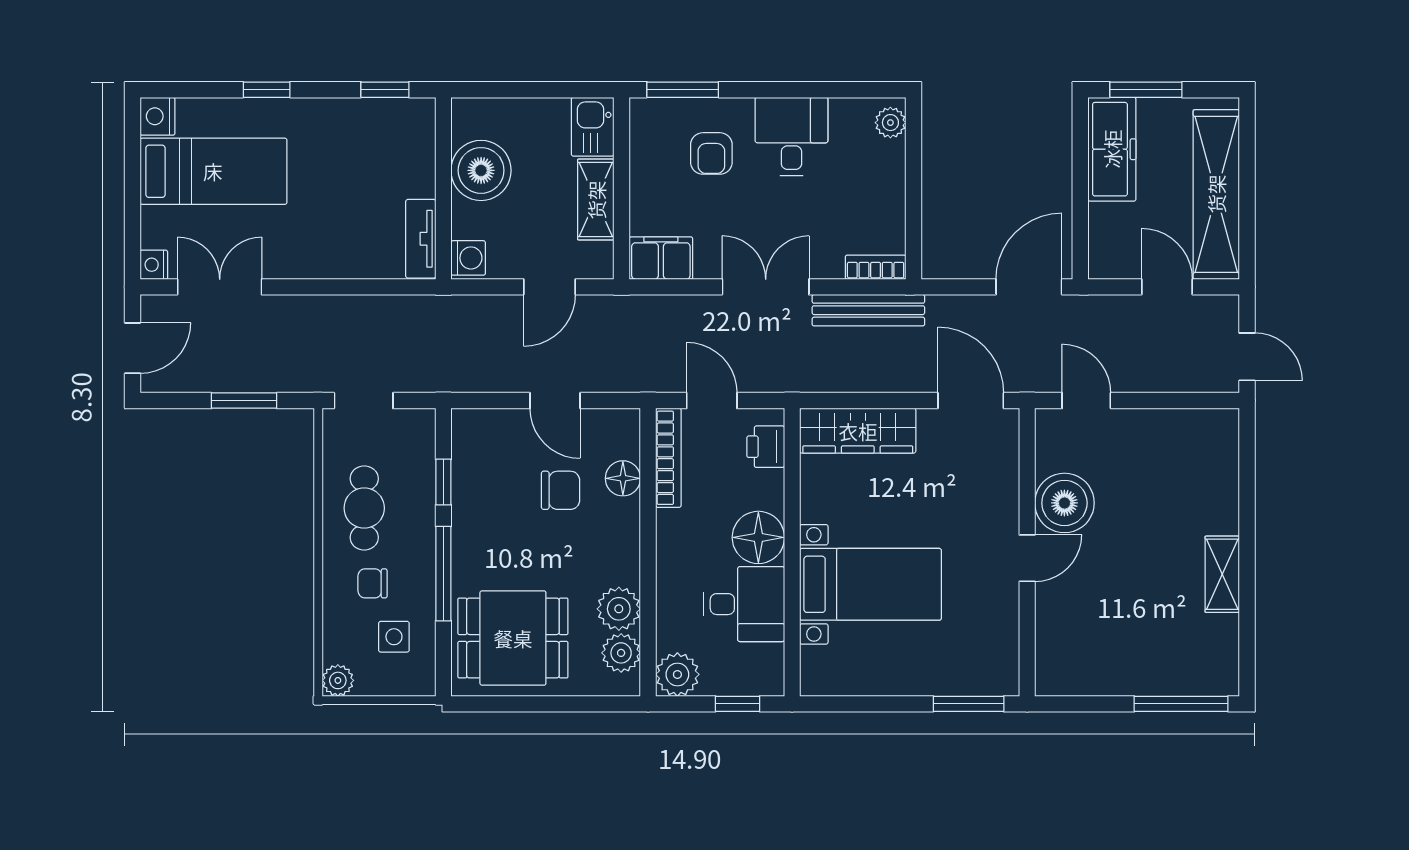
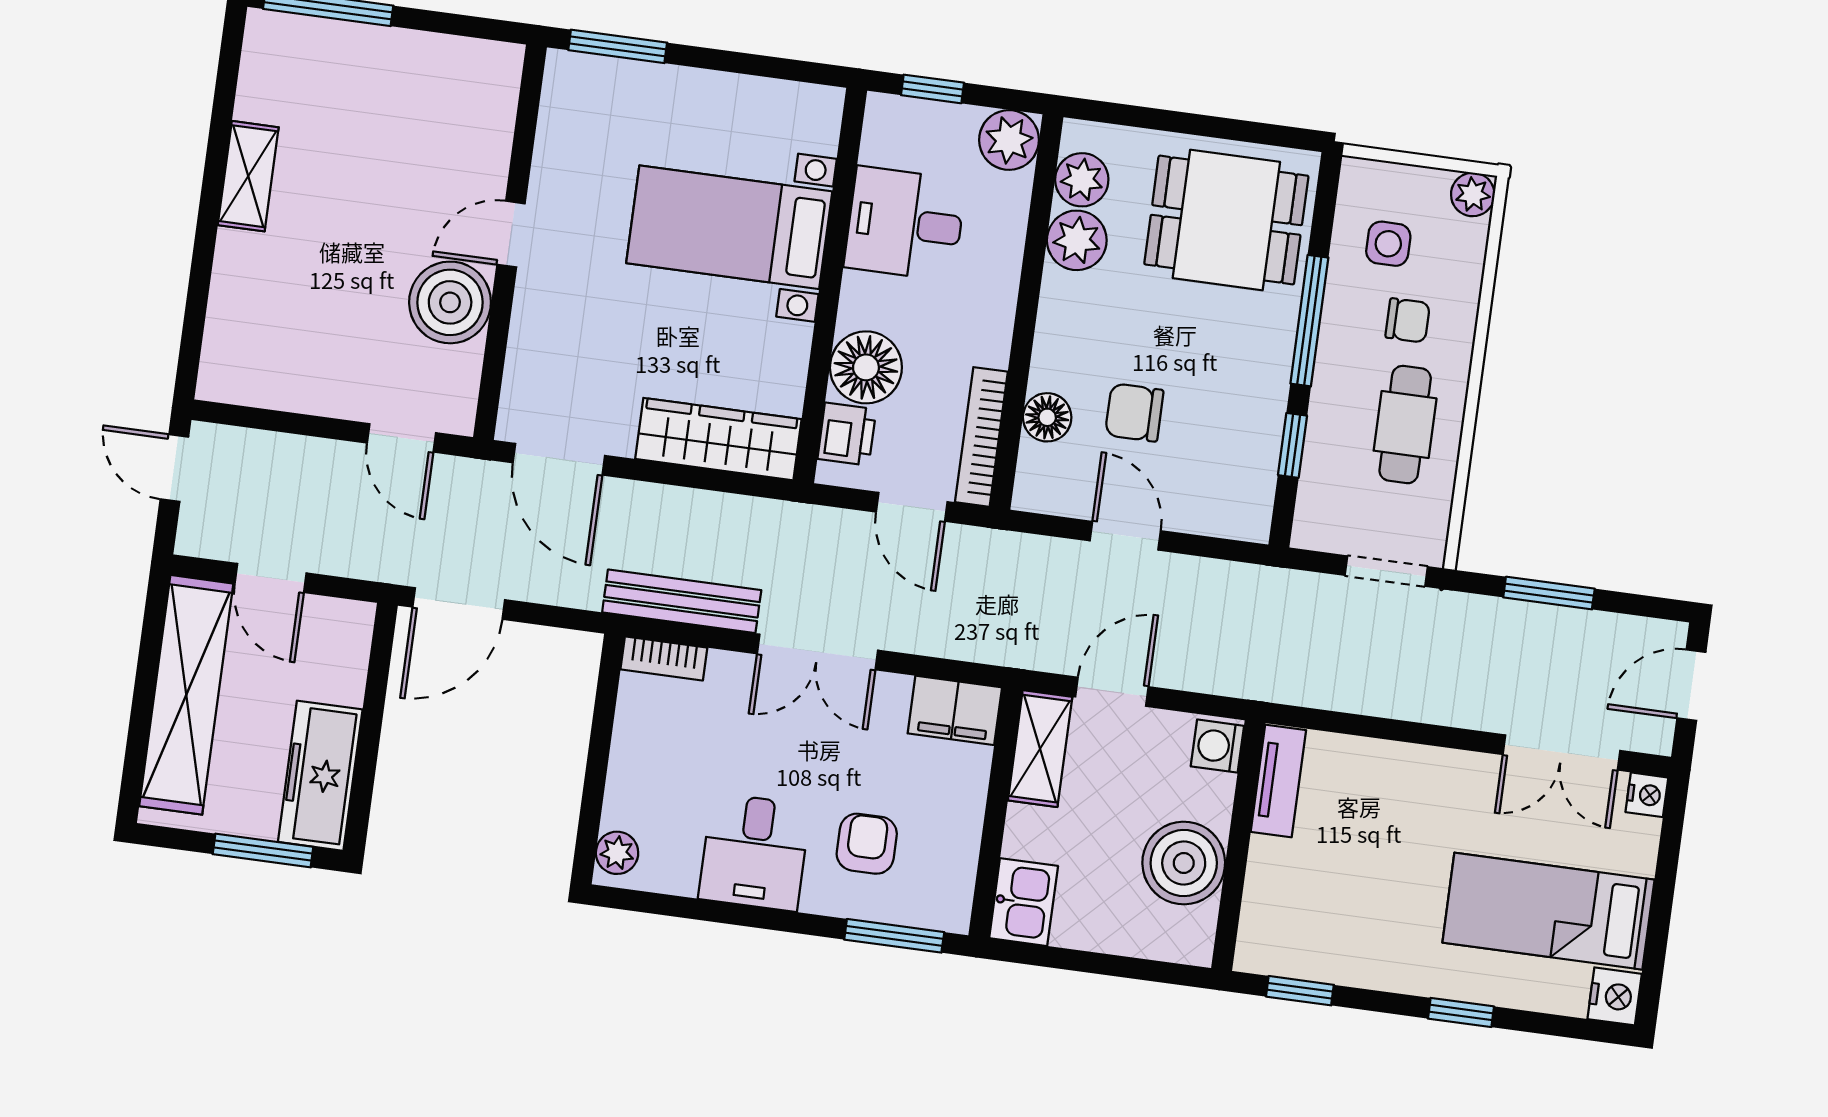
shelving: (596, 200) -> (1040, 749), moved
floor lamp: (758, 537) -> (866, 367), moved

